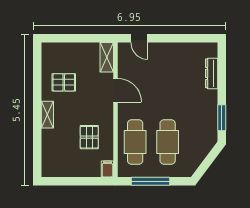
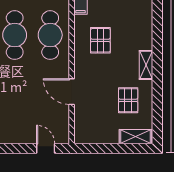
shelving: (107, 57) -> (135, 137), moved, turned 90
pallet: (64, 82) -> (128, 100), turned 90

